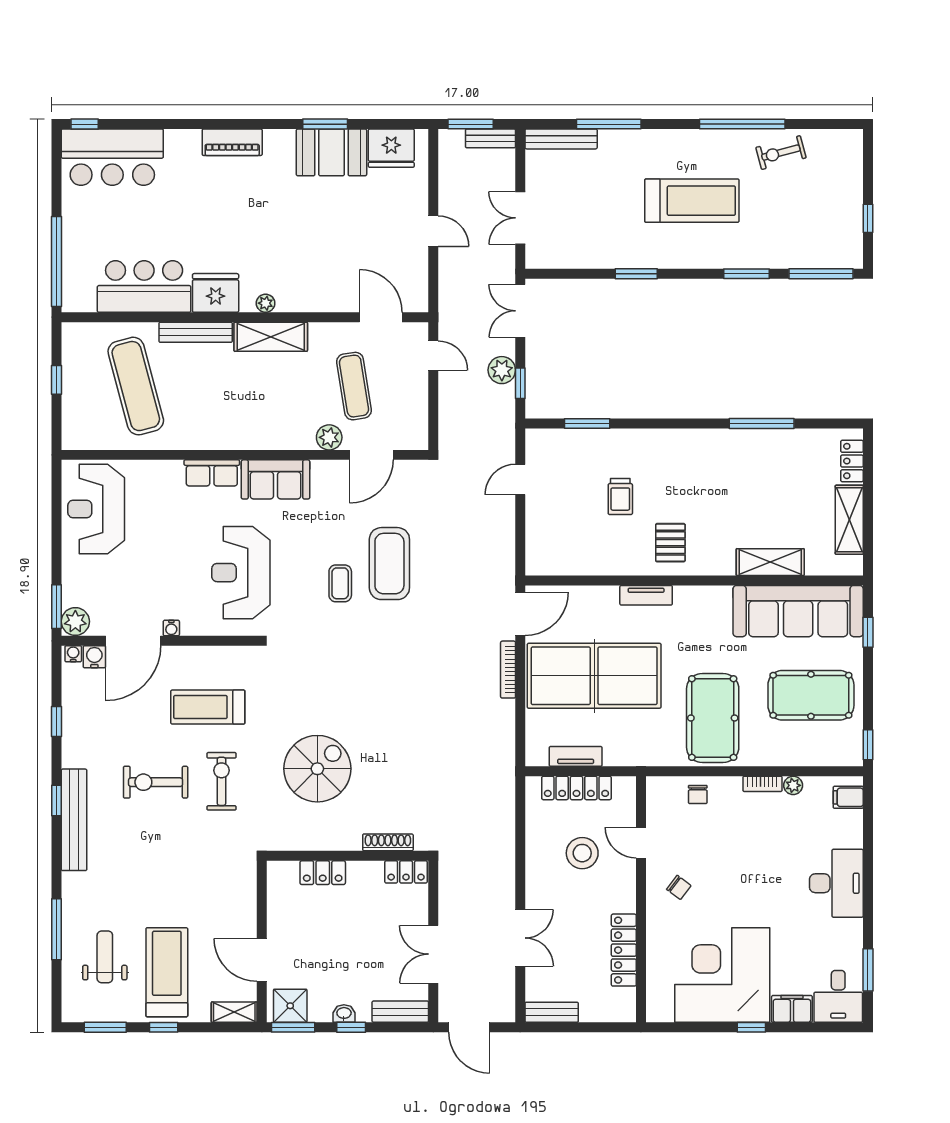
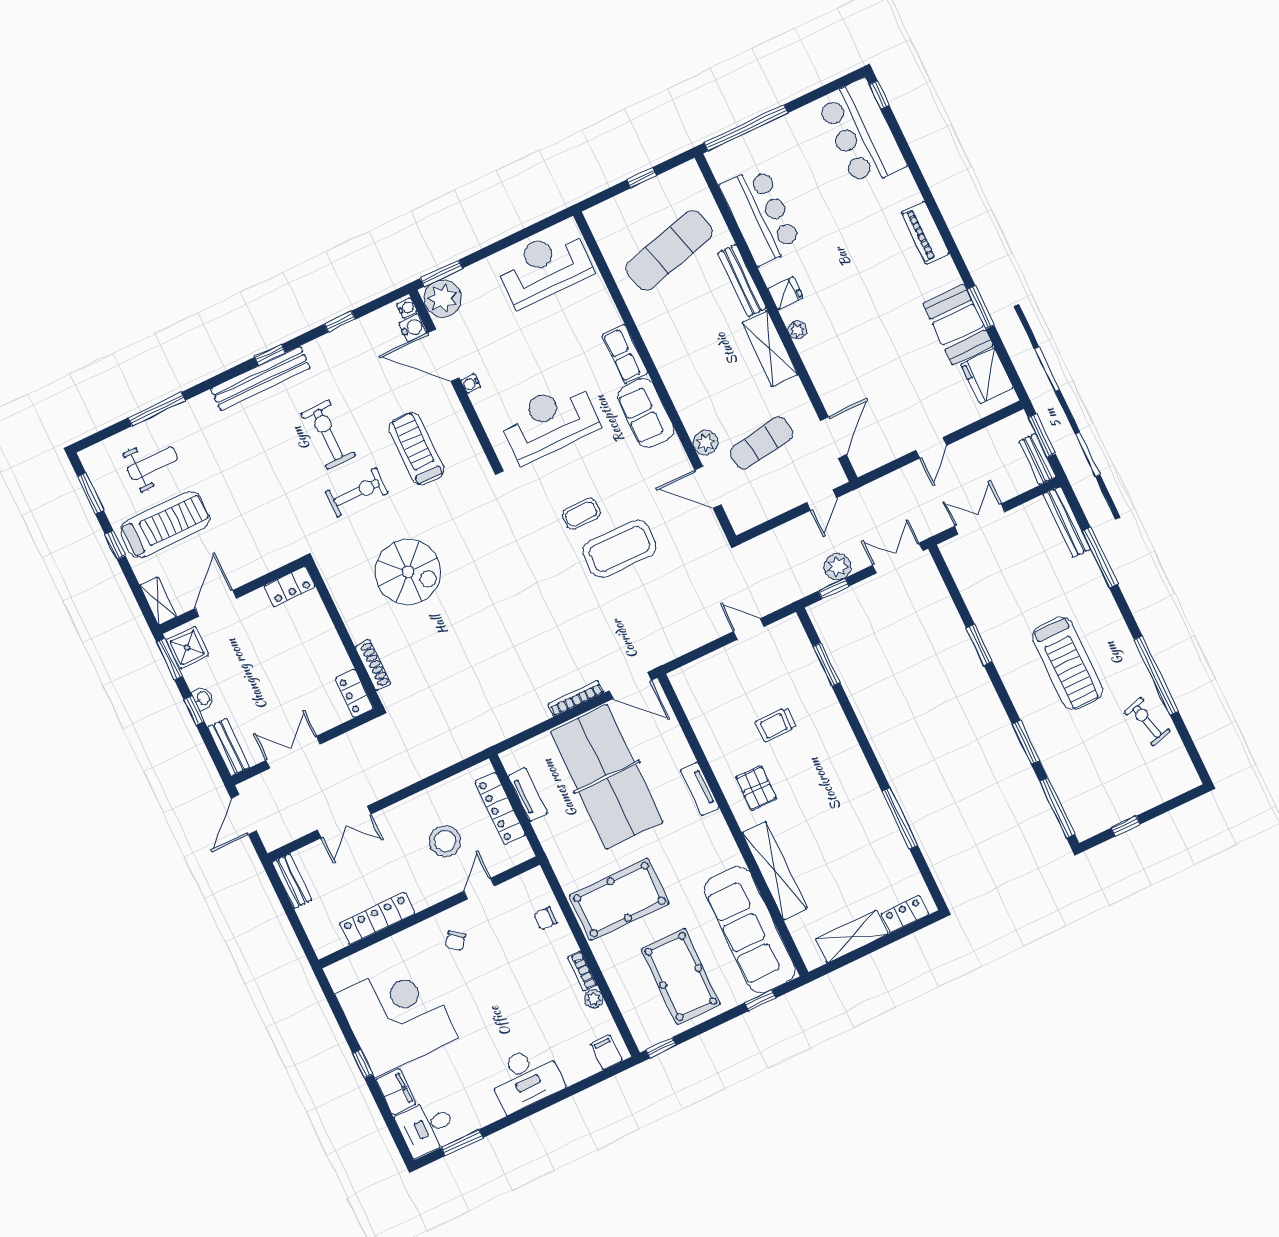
fridge: (216, 293) -> (785, 293), width x0.53, depth x0.75
pallet: (670, 543) -> (756, 788), turned 90
shelving: (770, 562) -> (775, 871), width x1.47
plant: (75, 621) -> (443, 298), width x1.36, depth x1.36
locker: (323, 873) -> (290, 586), moved, turned -90

